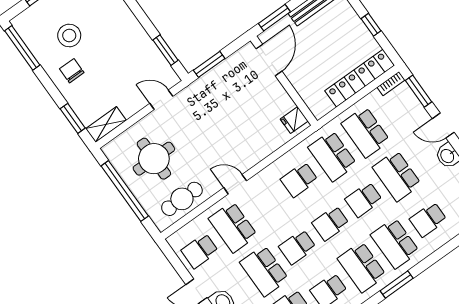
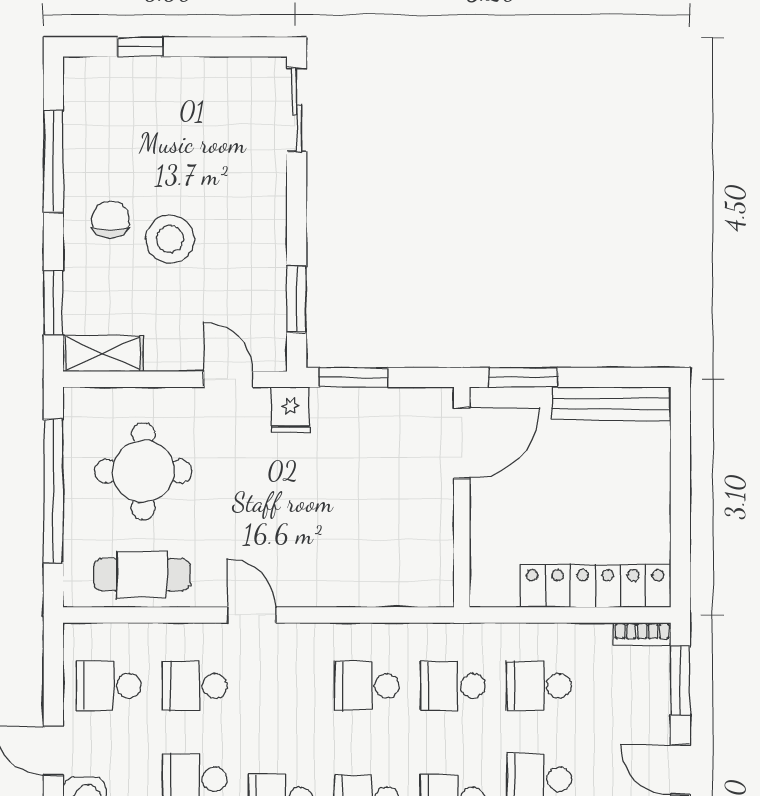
window: (371, 25) -> (680, 508), removed
stool: (69, 35) -> (170, 239), moved
window: (22, 48) -> (53, 162), moved
fridge: (294, 120) -> (290, 410), moved, turned -90
school desk: (366, 132) -> (539, 686), width x0.54
school desk: (332, 156) -> (453, 686), width x0.54
school desk: (233, 227) -> (195, 686), width x0.54

